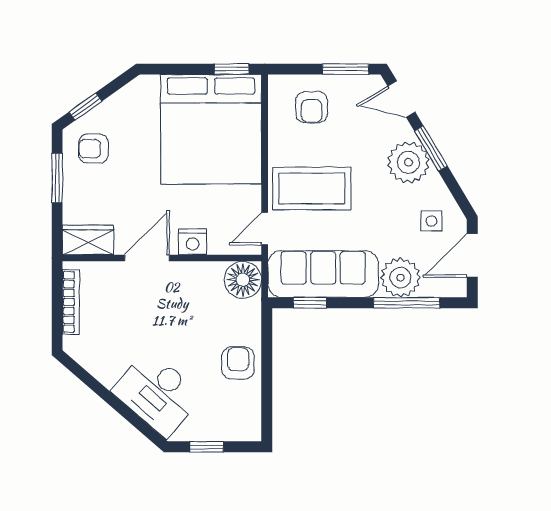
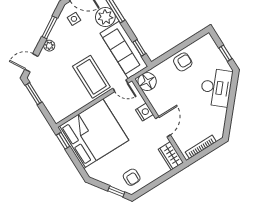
door: (401, 99) -> (31, 63), swing flipped
armchair: (312, 107) -> (58, 98), removed
window: (431, 148) -> (50, 27), moved
plant: (408, 162) -> (49, 46), width x0.53, depth x0.53
window: (57, 178) -> (153, 185), removed
door: (147, 258) -> (163, 127), swing flipped
armchair: (238, 363) -> (183, 62), turned 180

